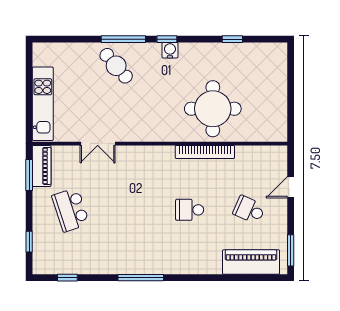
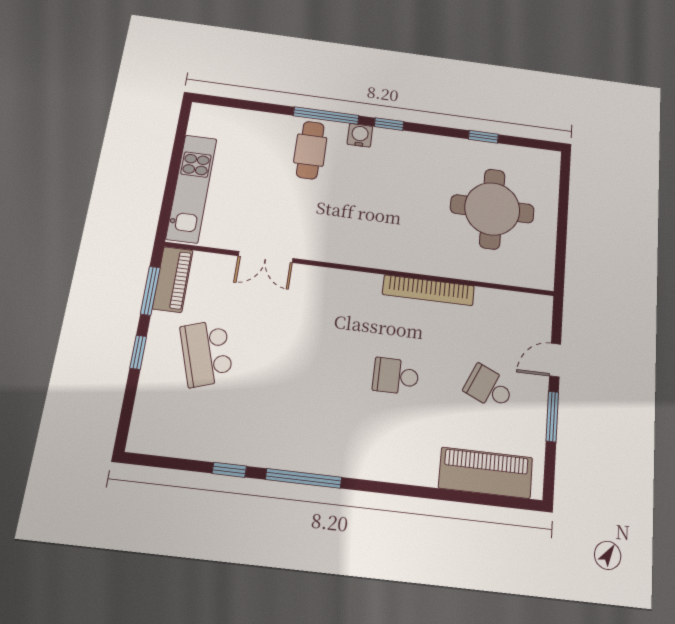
water cooler: (170, 50) -> (360, 135), moved
cafe table: (116, 66) -> (310, 150), turned 41
round table: (213, 109) -> (492, 209), moved
window: (29, 242) -> (138, 352), moved
window: (291, 250) -> (552, 416), moved
window: (67, 278) -> (229, 470), moved

